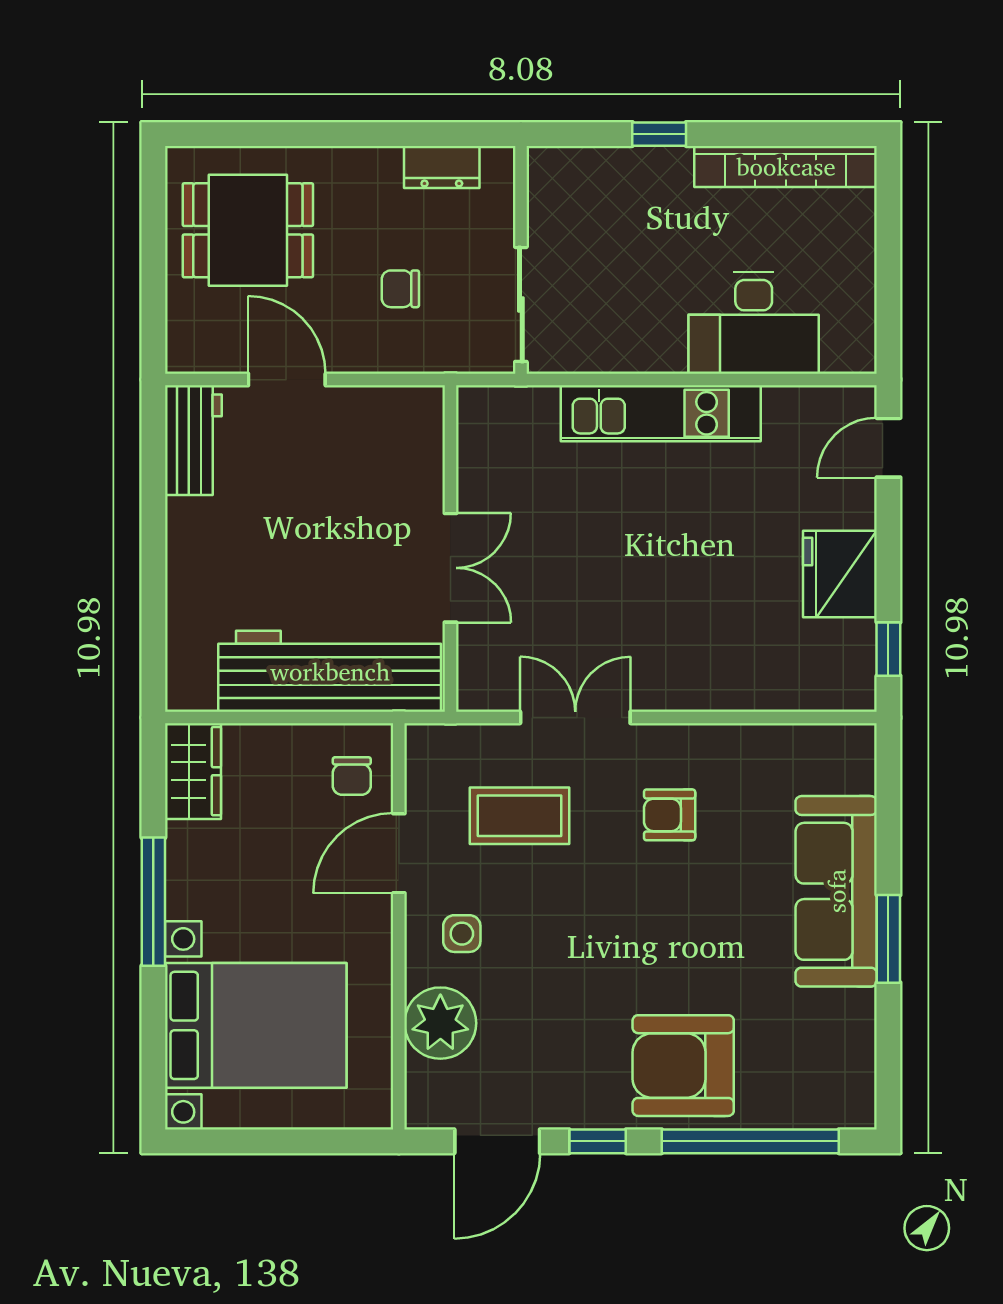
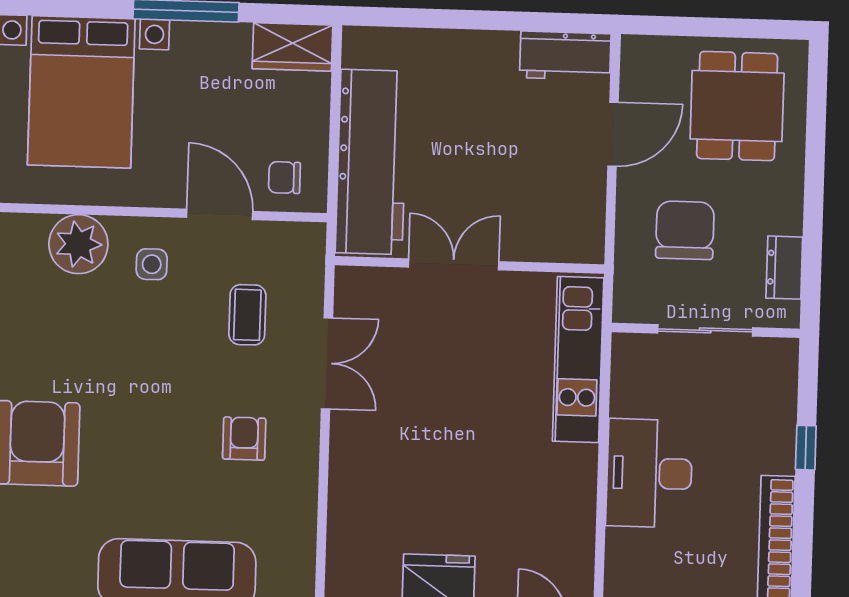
chair: (400, 289) -> (685, 230), width x1.87, depth x1.87
sliding door: (521, 304) -> (705, 330), moved
desk: (754, 323) -> (649, 473), moved
kitchen unit: (661, 413) -> (578, 360), moved
double door: (450, 568) -> (454, 264), swing flipped
coffee table: (519, 816) -> (247, 315), width x0.73, depth x0.77

